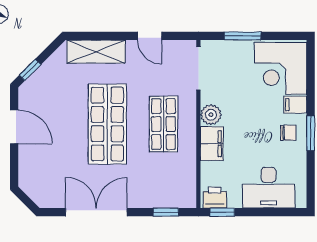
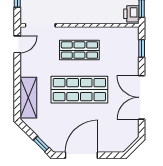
door: (150, 36) -> (17, 44), moved
plant: (211, 115) -> (73, 17), removed
door: (14, 127) -> (81, 155), width x1.36
filing cabinet: (212, 144) -> (93, 16), removed

